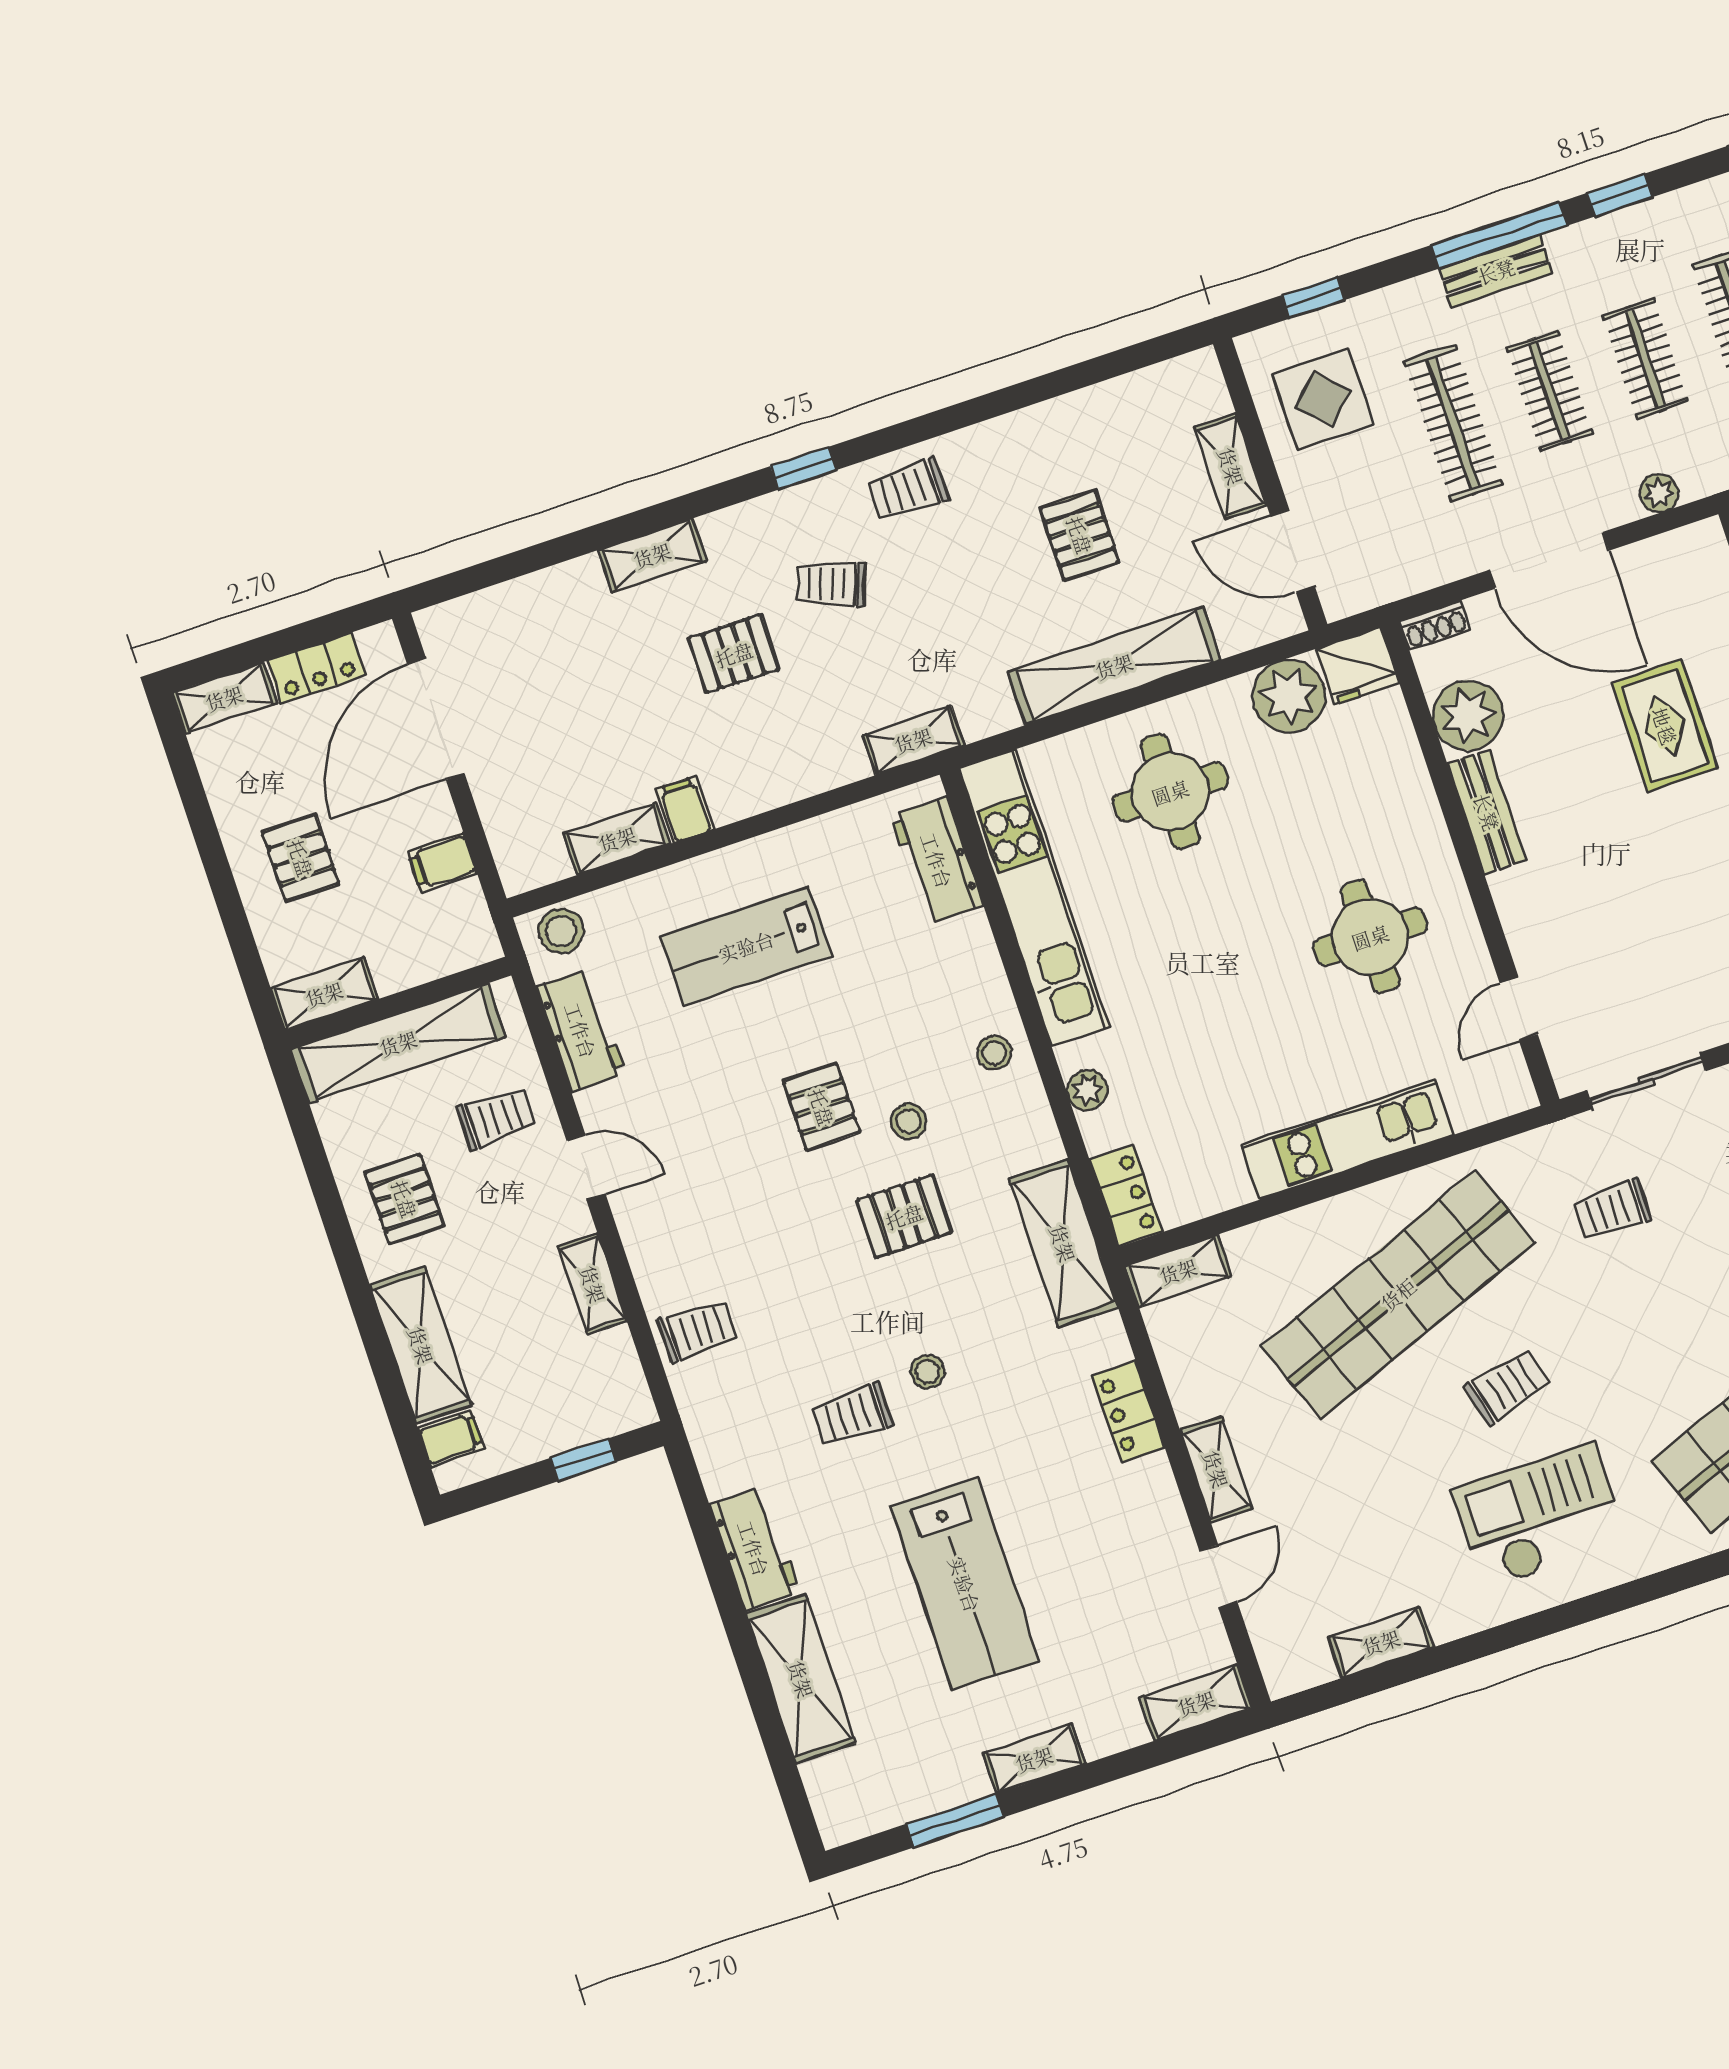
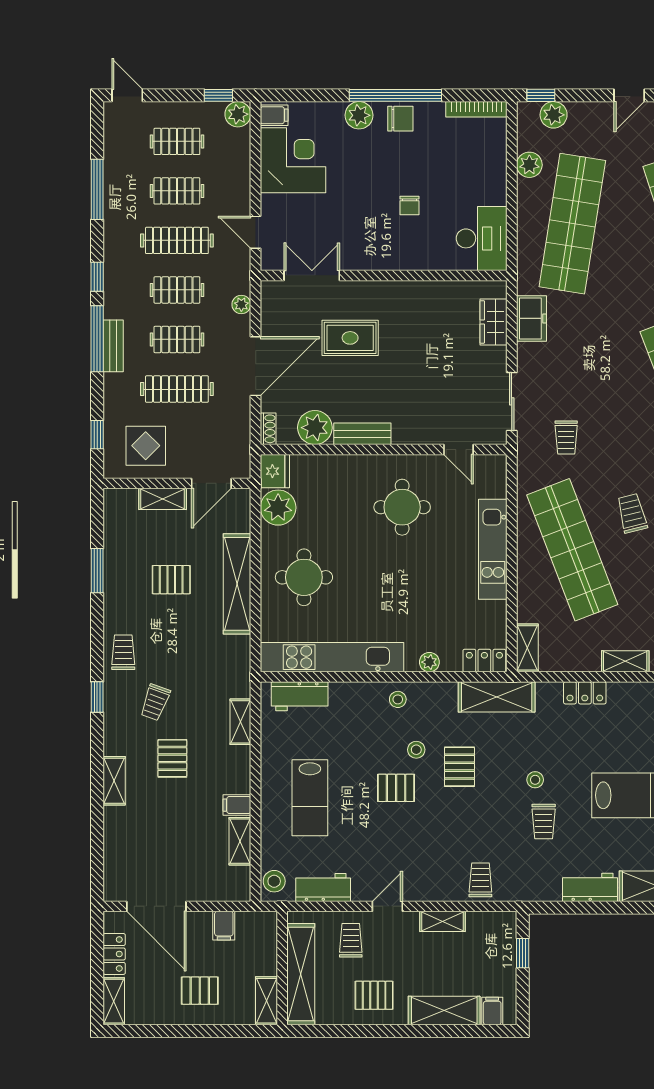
window: (1049, 386) -> (97, 571), added
trolley: (908, 490) -> (123, 652), turned 180
shelving: (913, 740) -> (240, 722), moved

